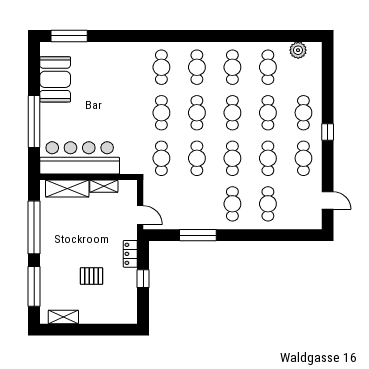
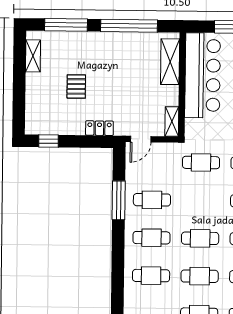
cafe table: (197, 158) -> (152, 200), moved
shelving: (104, 186) -> (172, 121), moved
window: (143, 279) -> (49, 141), moved

